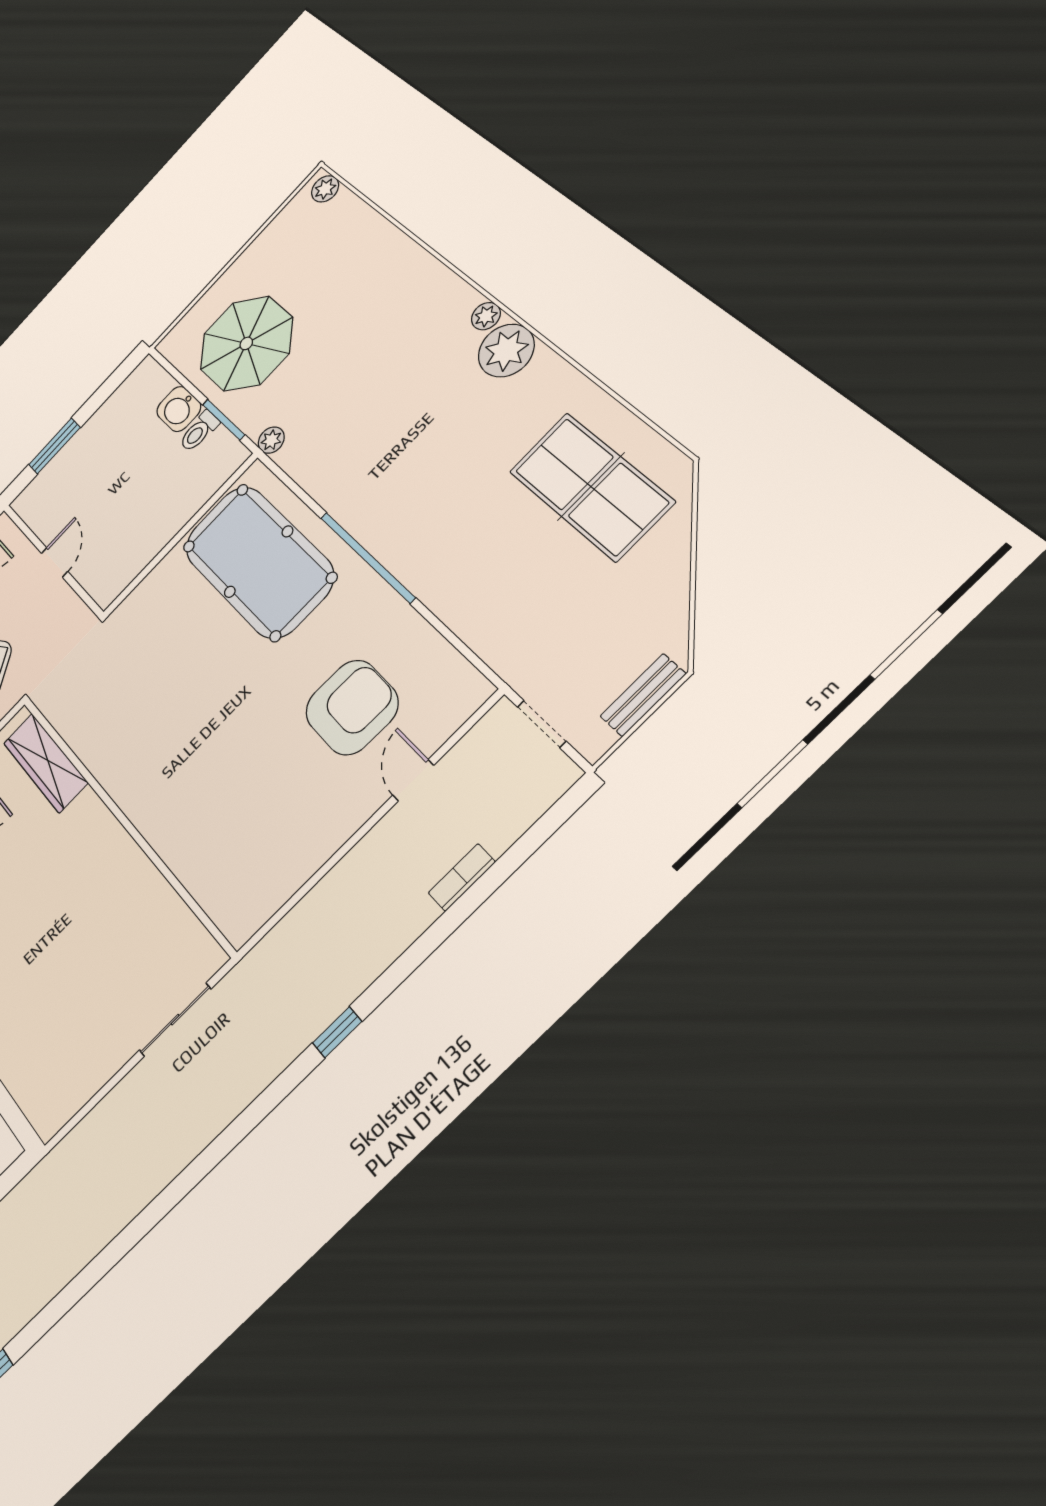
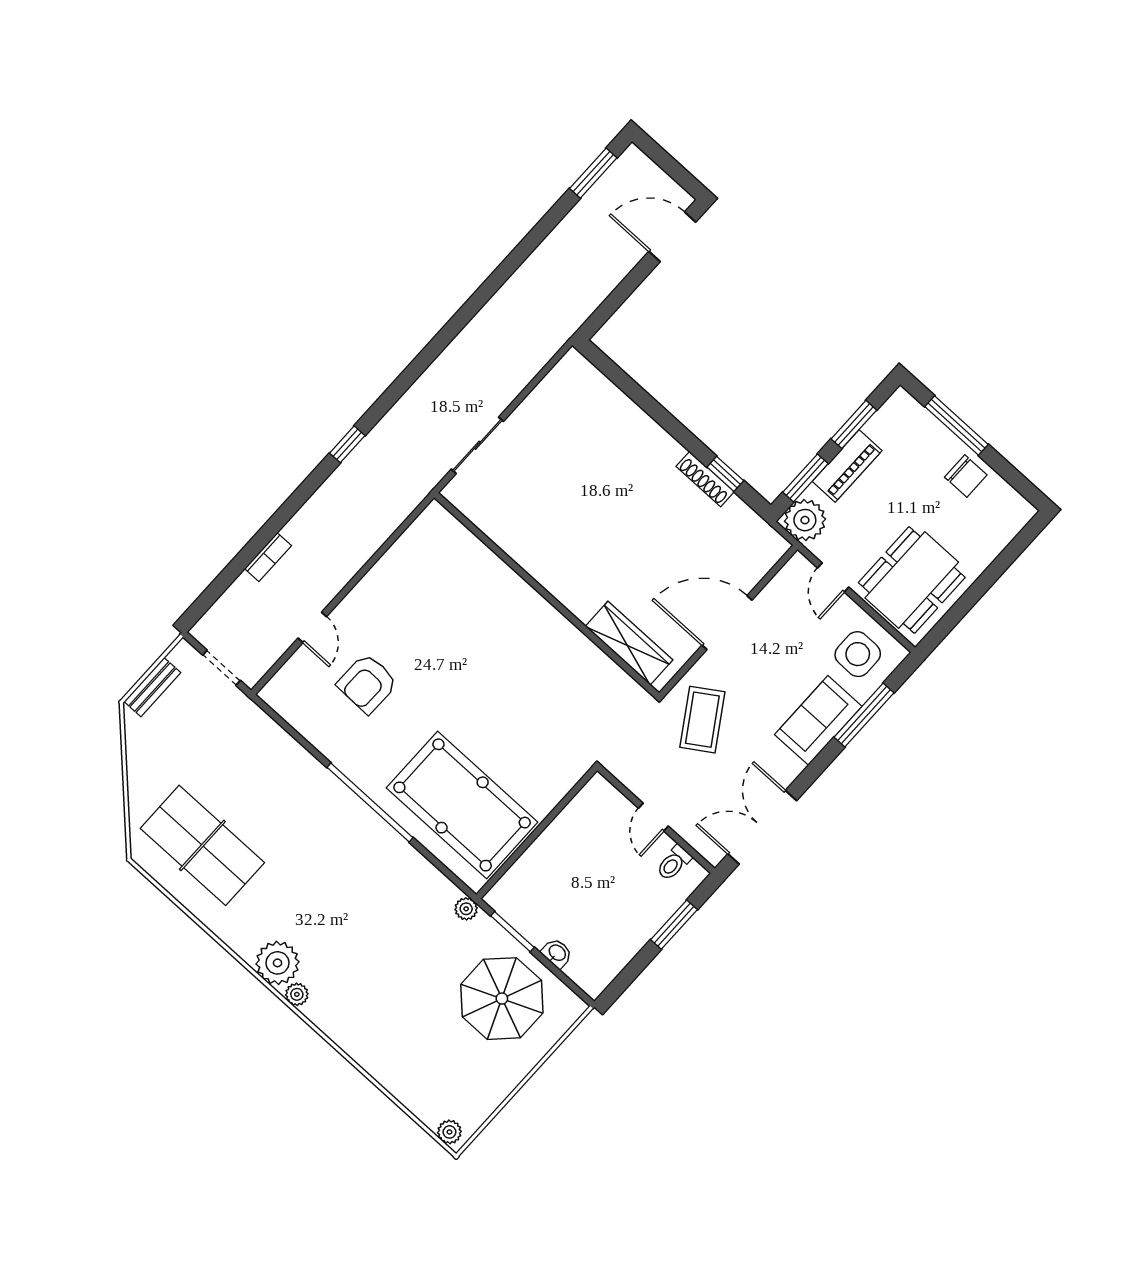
washbasin: (179, 409) -> (557, 953), width x0.72, depth x0.69
toilet: (199, 431) -> (674, 863), moved, turned 180
armchair: (352, 707) -> (367, 683), width x0.73, depth x0.73

